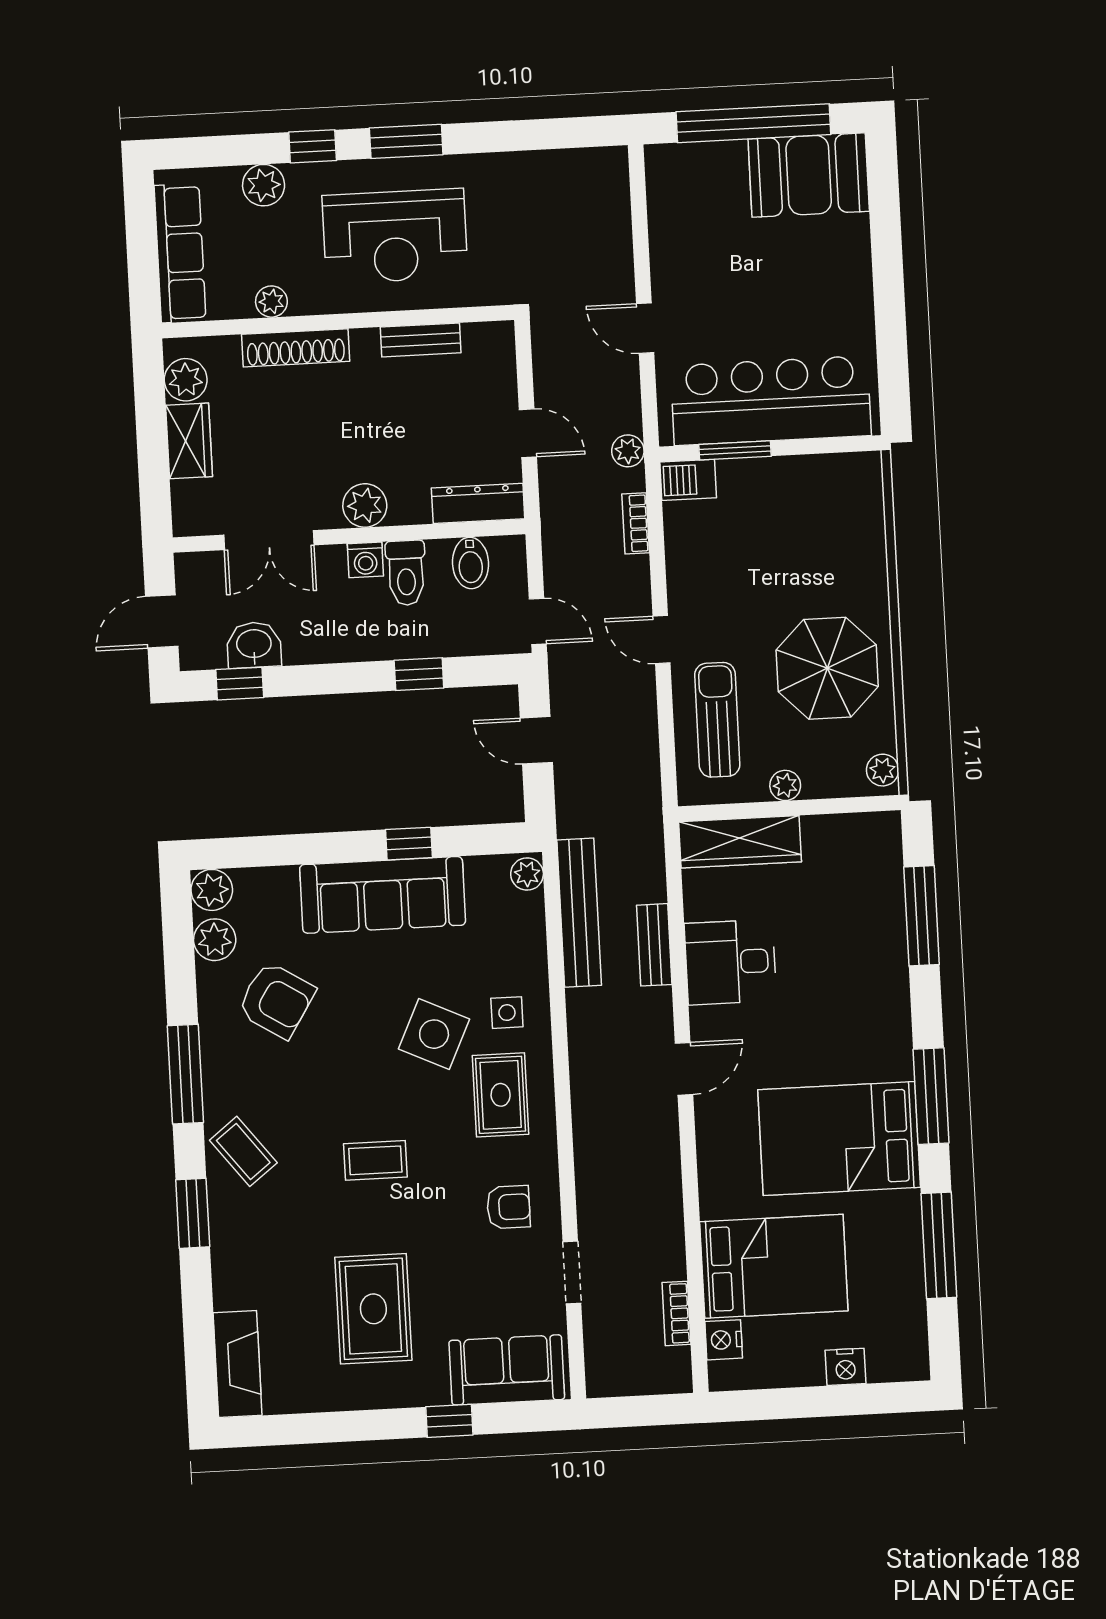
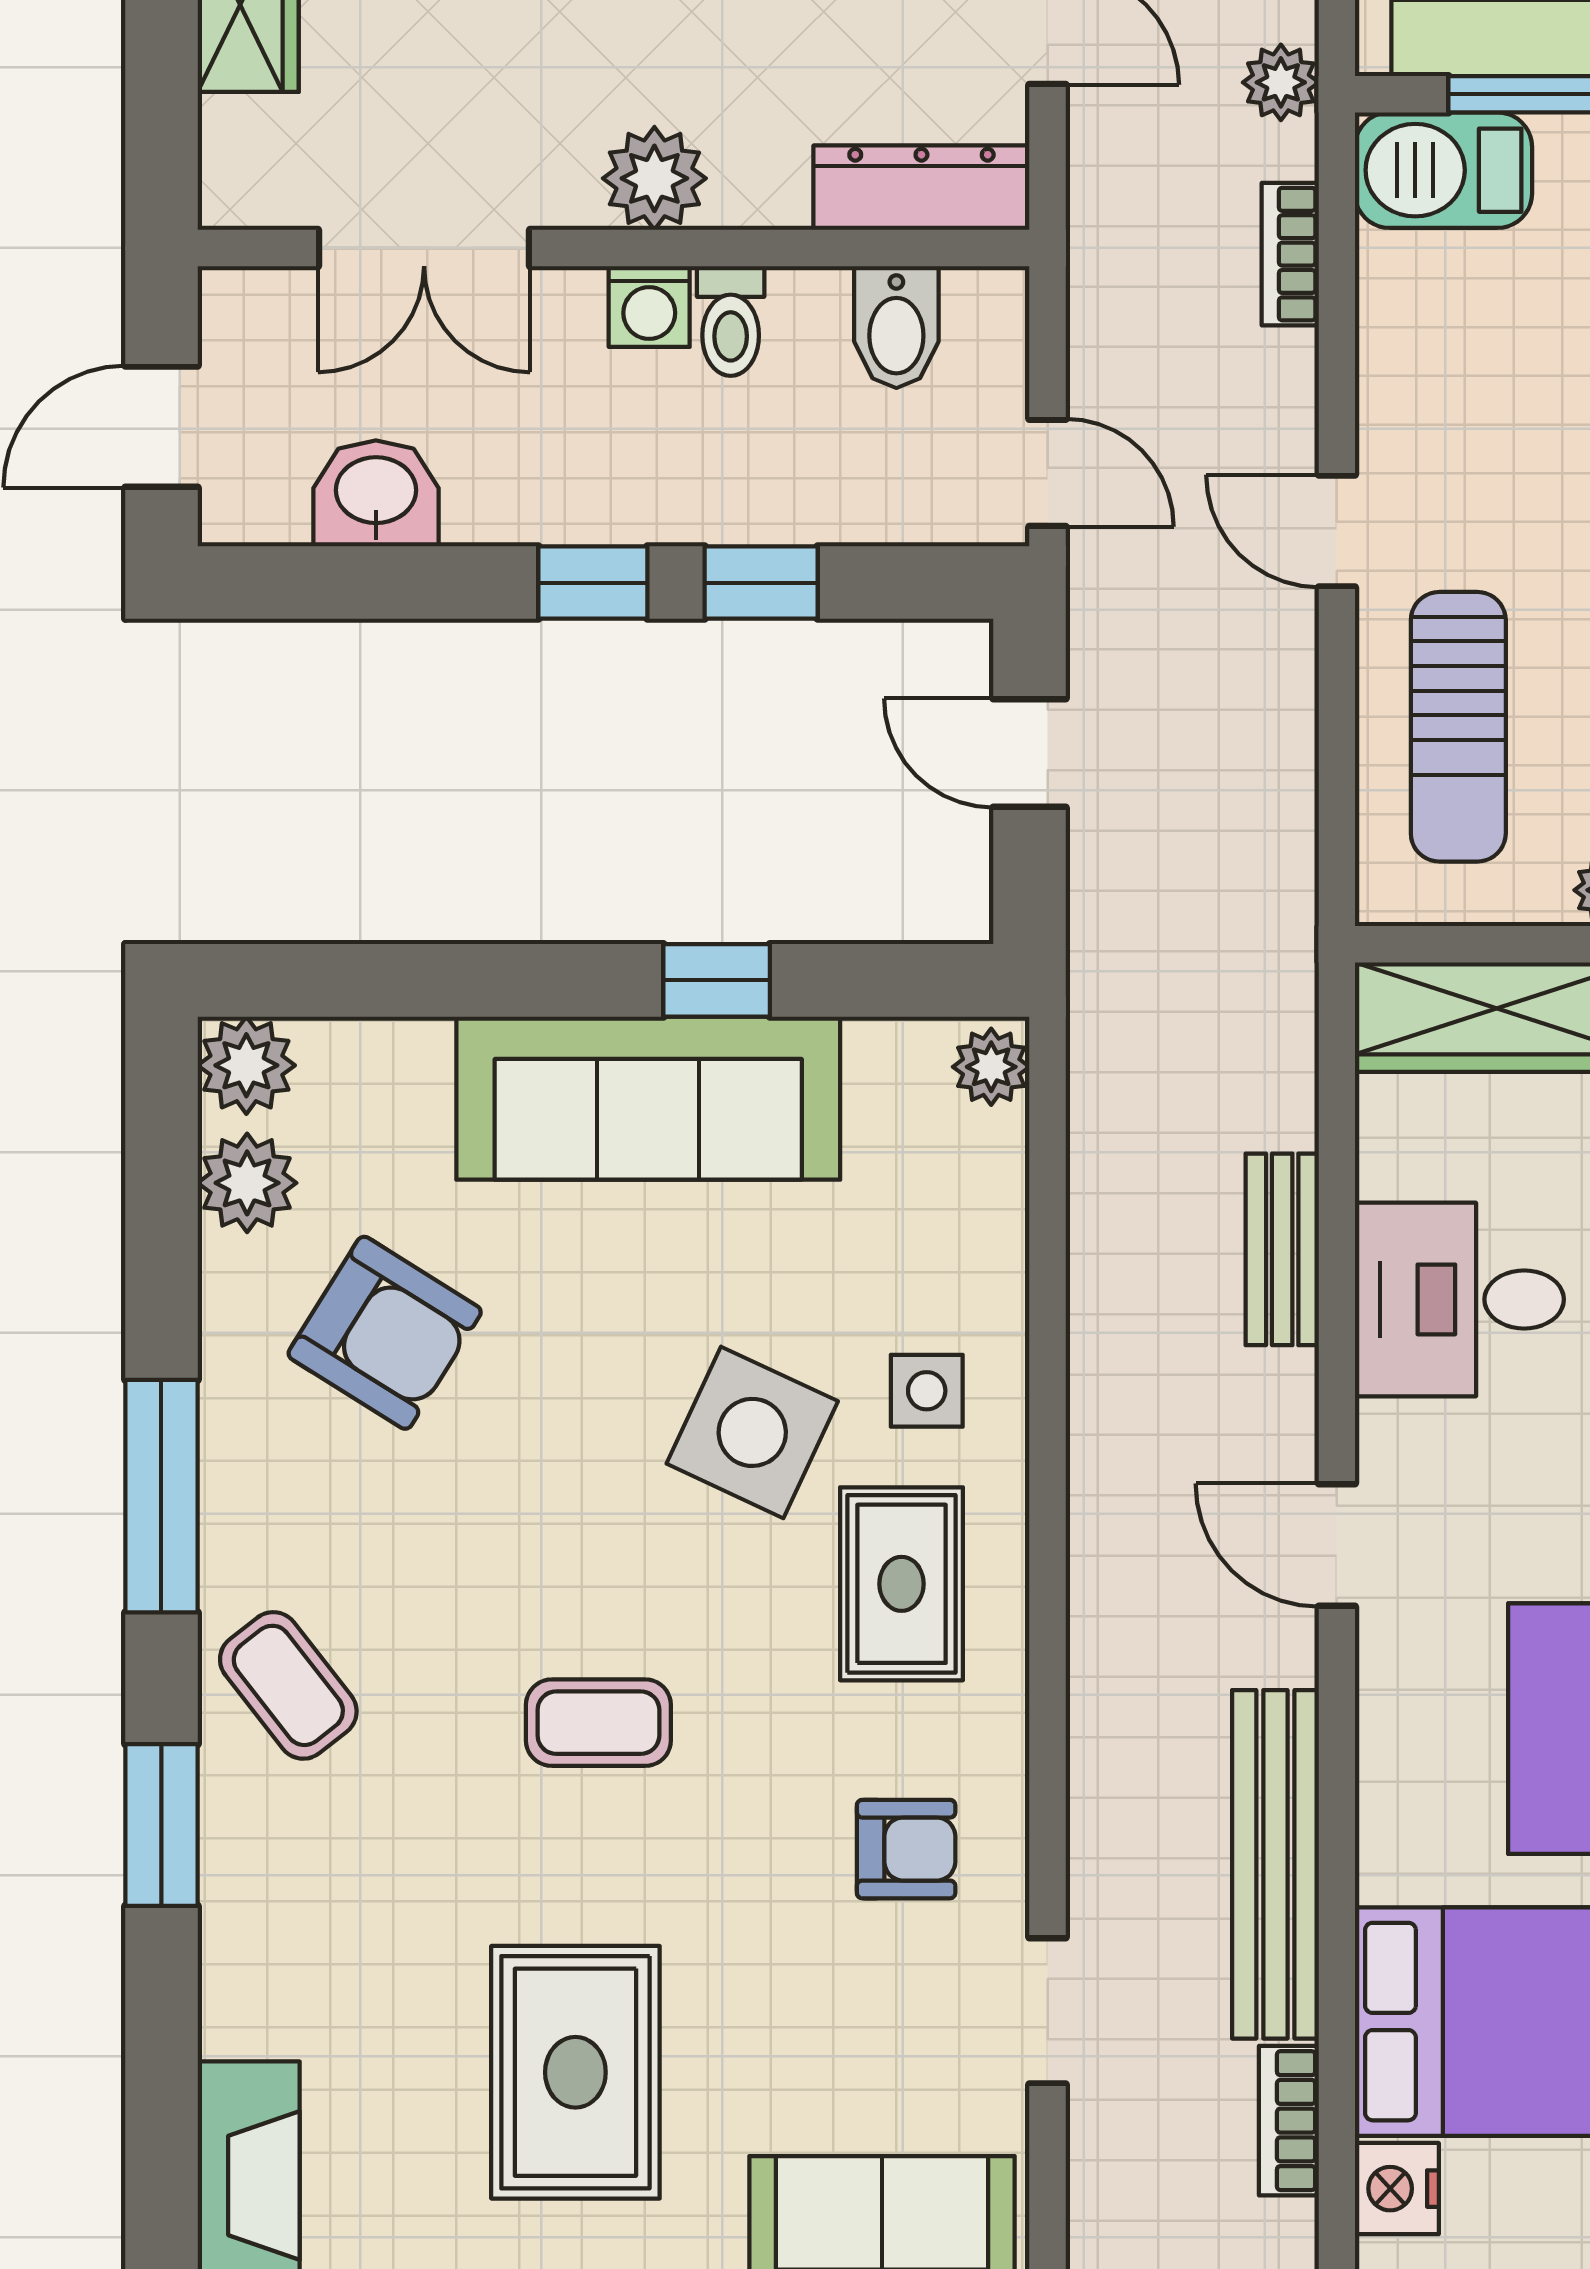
barbecue: (688, 480) -> (1444, 170), width x1.38, depth x1.27
toilet: (406, 573) -> (731, 321), width x0.73, depth x0.72
window: (240, 684) -> (593, 583), moved
sun lounger: (717, 720) -> (1458, 727), turned 180
bench: (579, 913) -> (1275, 1864), moved
door: (684, 1069) -> (1337, 1545), swing flipped

